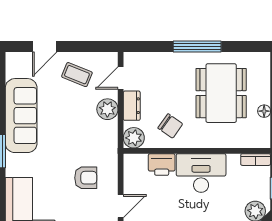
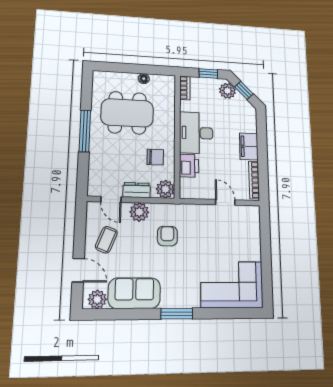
plant: (15, 67) -> (97, 299), added
sofa: (21, 116) -> (134, 293), width x0.73
chair: (170, 126) -> (155, 157), turned 55
armchair: (86, 178) -> (167, 236), moved

